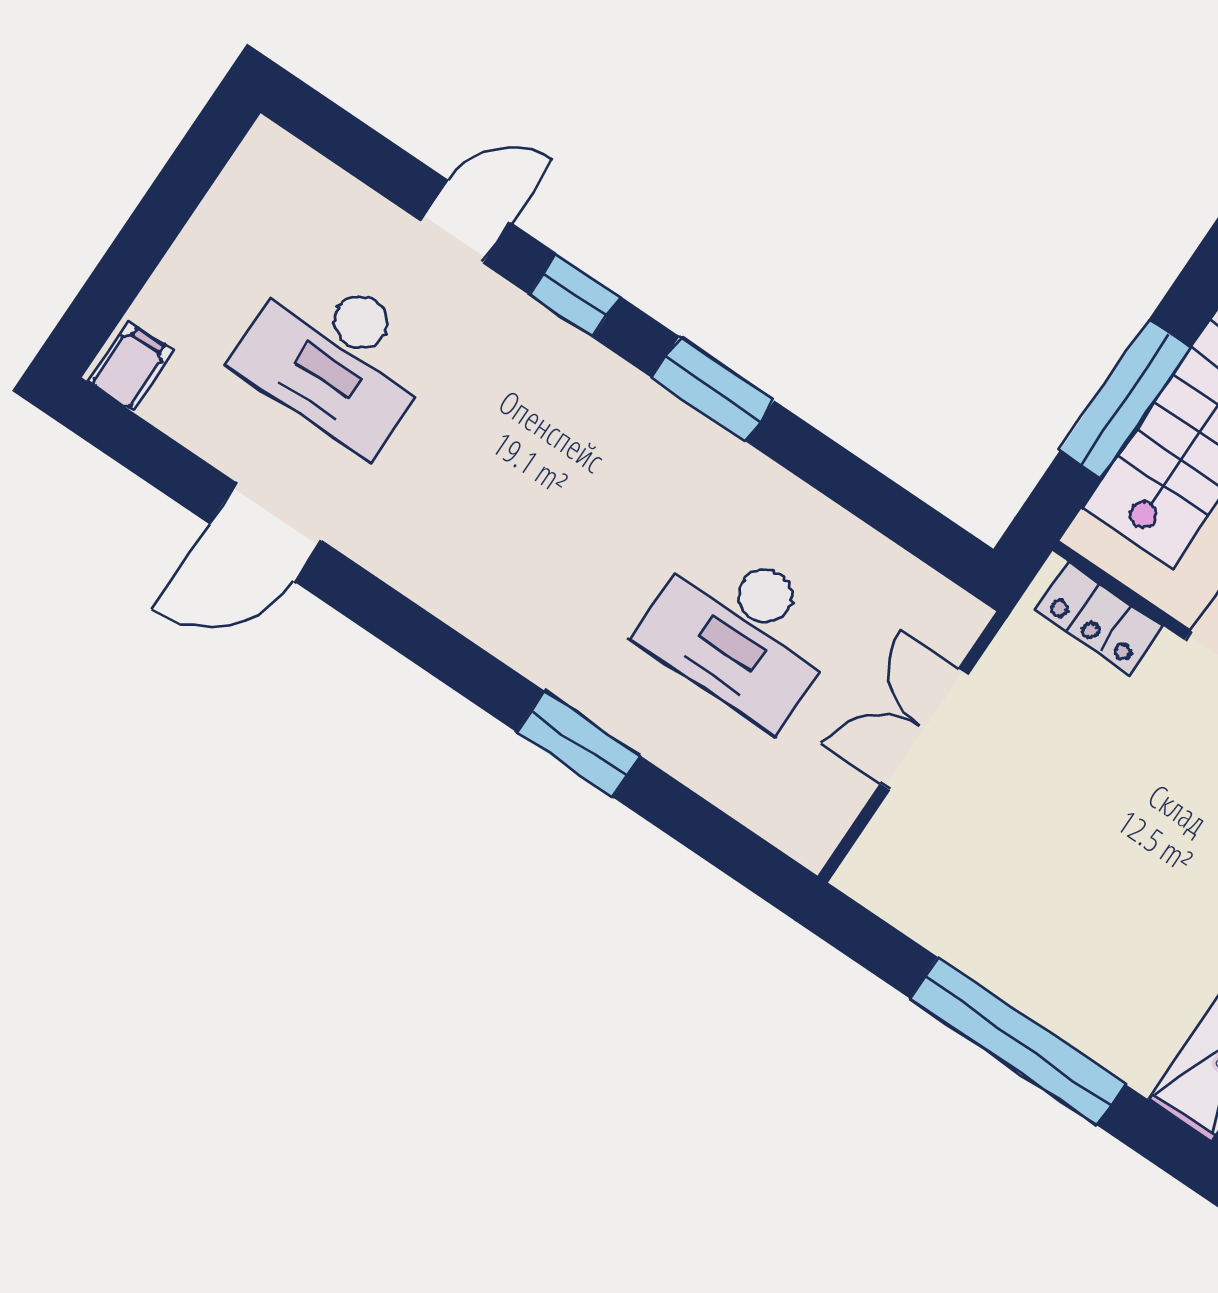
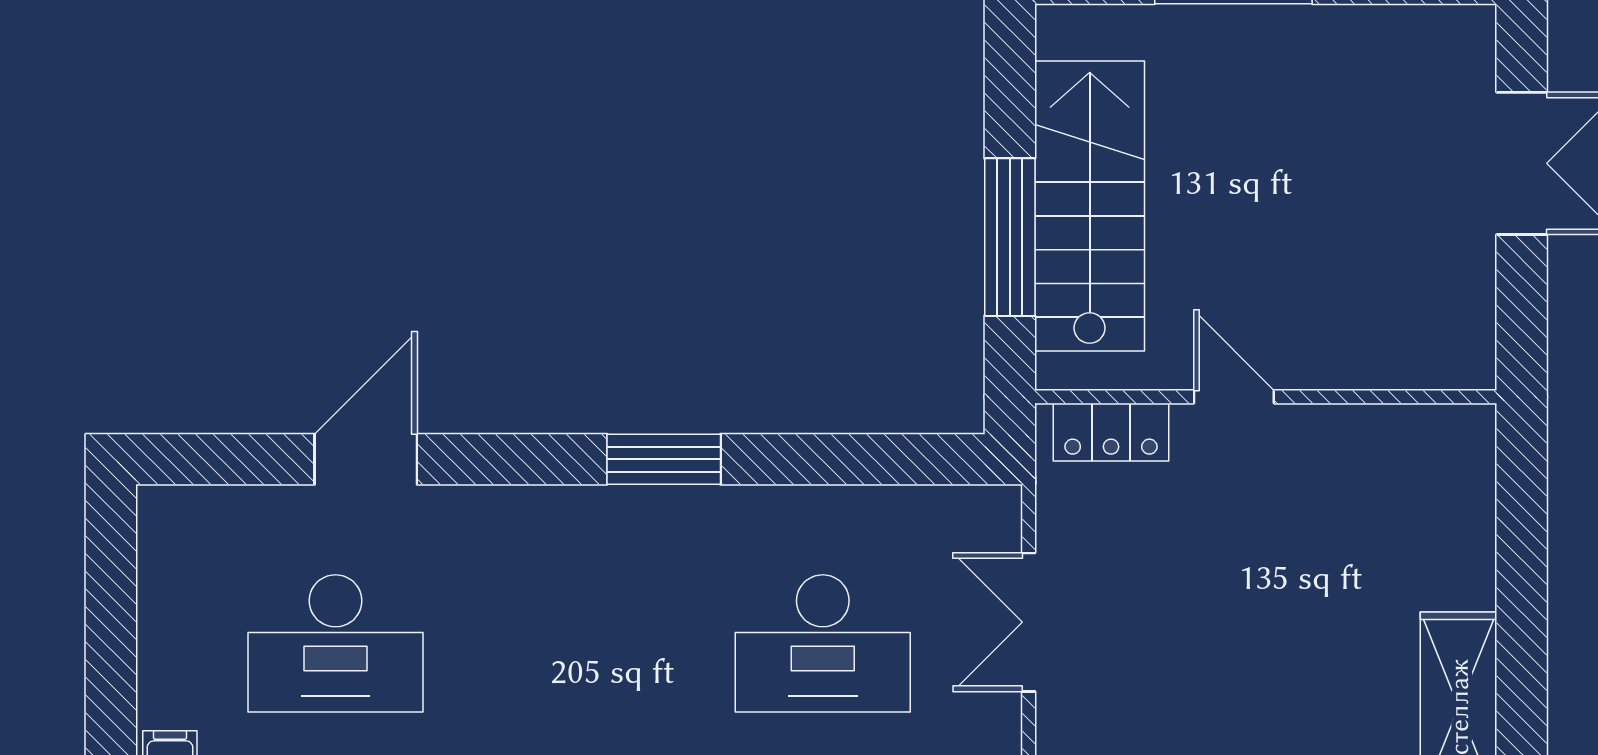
door: (466, 222) -> (366, 459), width x1.38
window: (575, 295) -> (497, 459), removed

